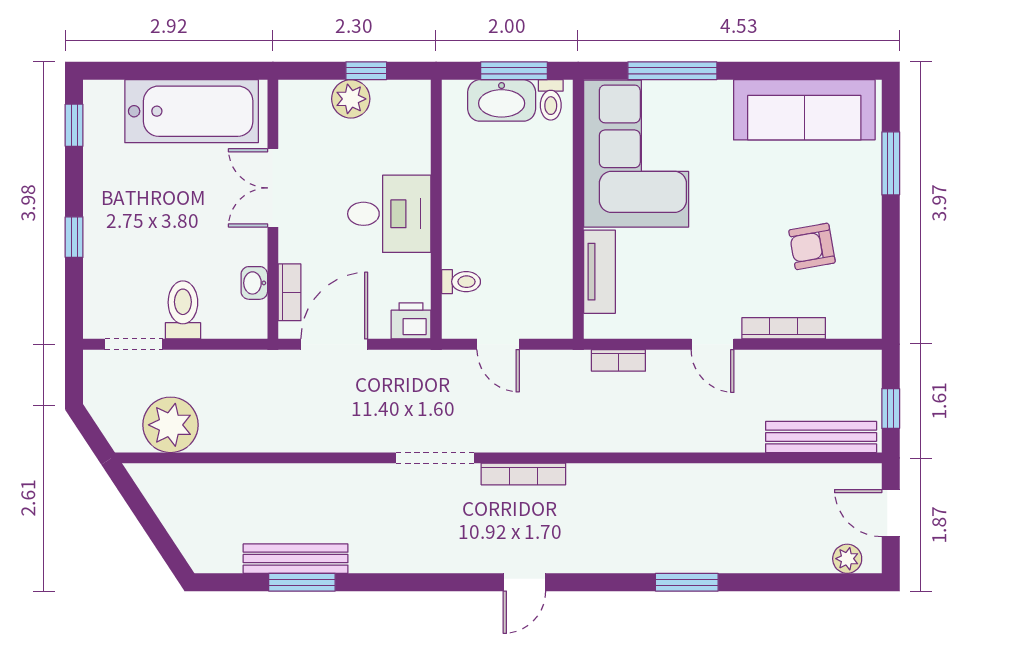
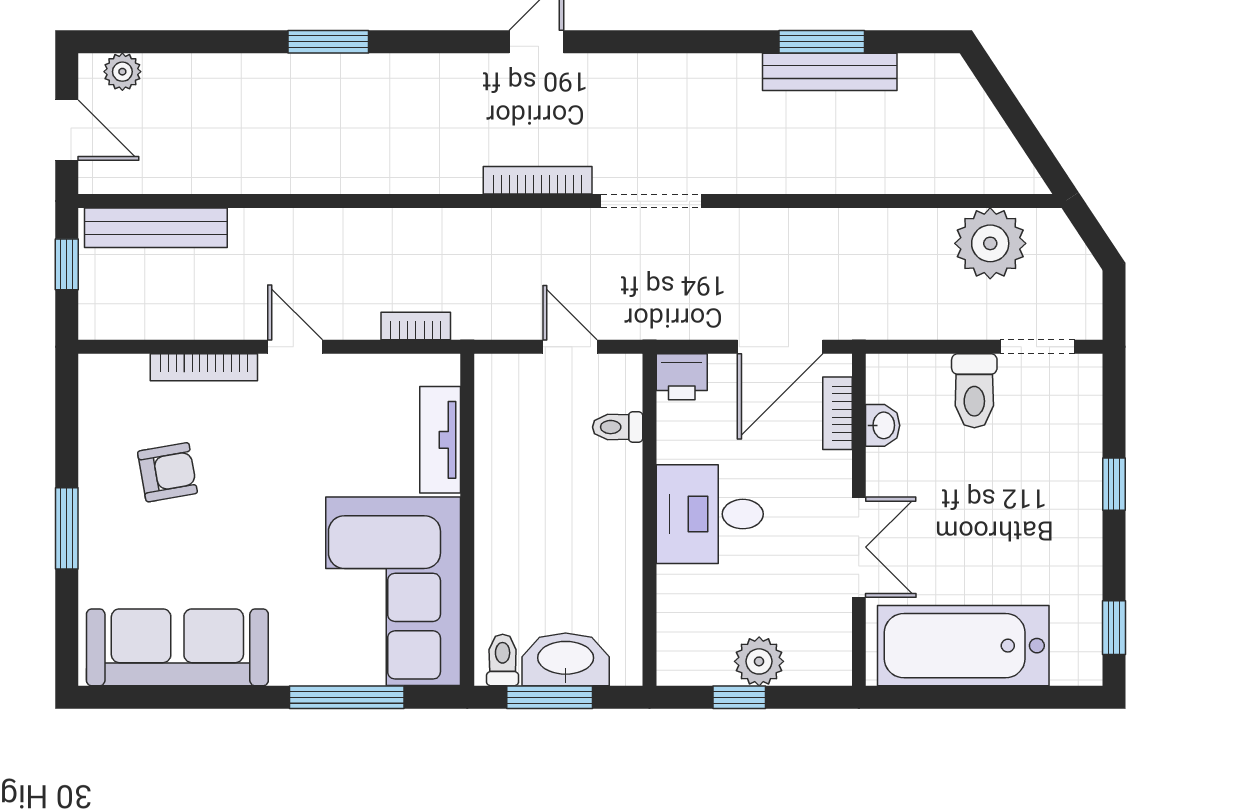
window: (891, 163) -> (67, 528), moved

